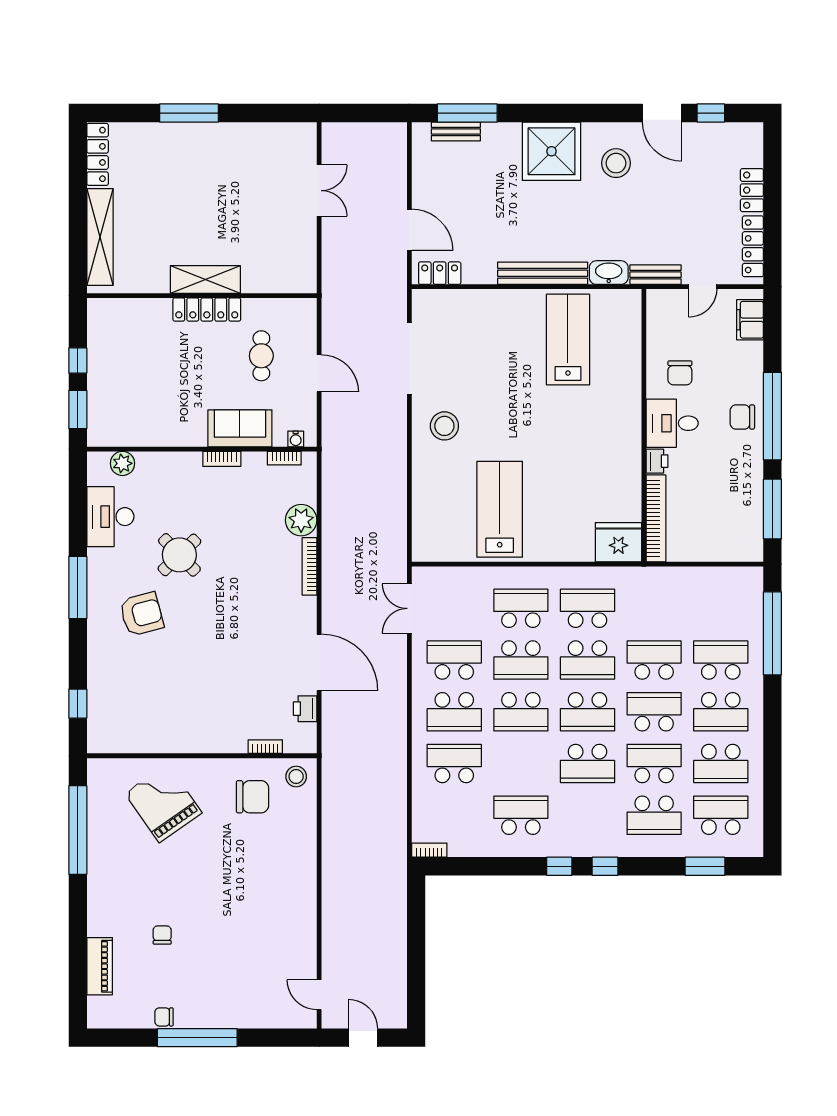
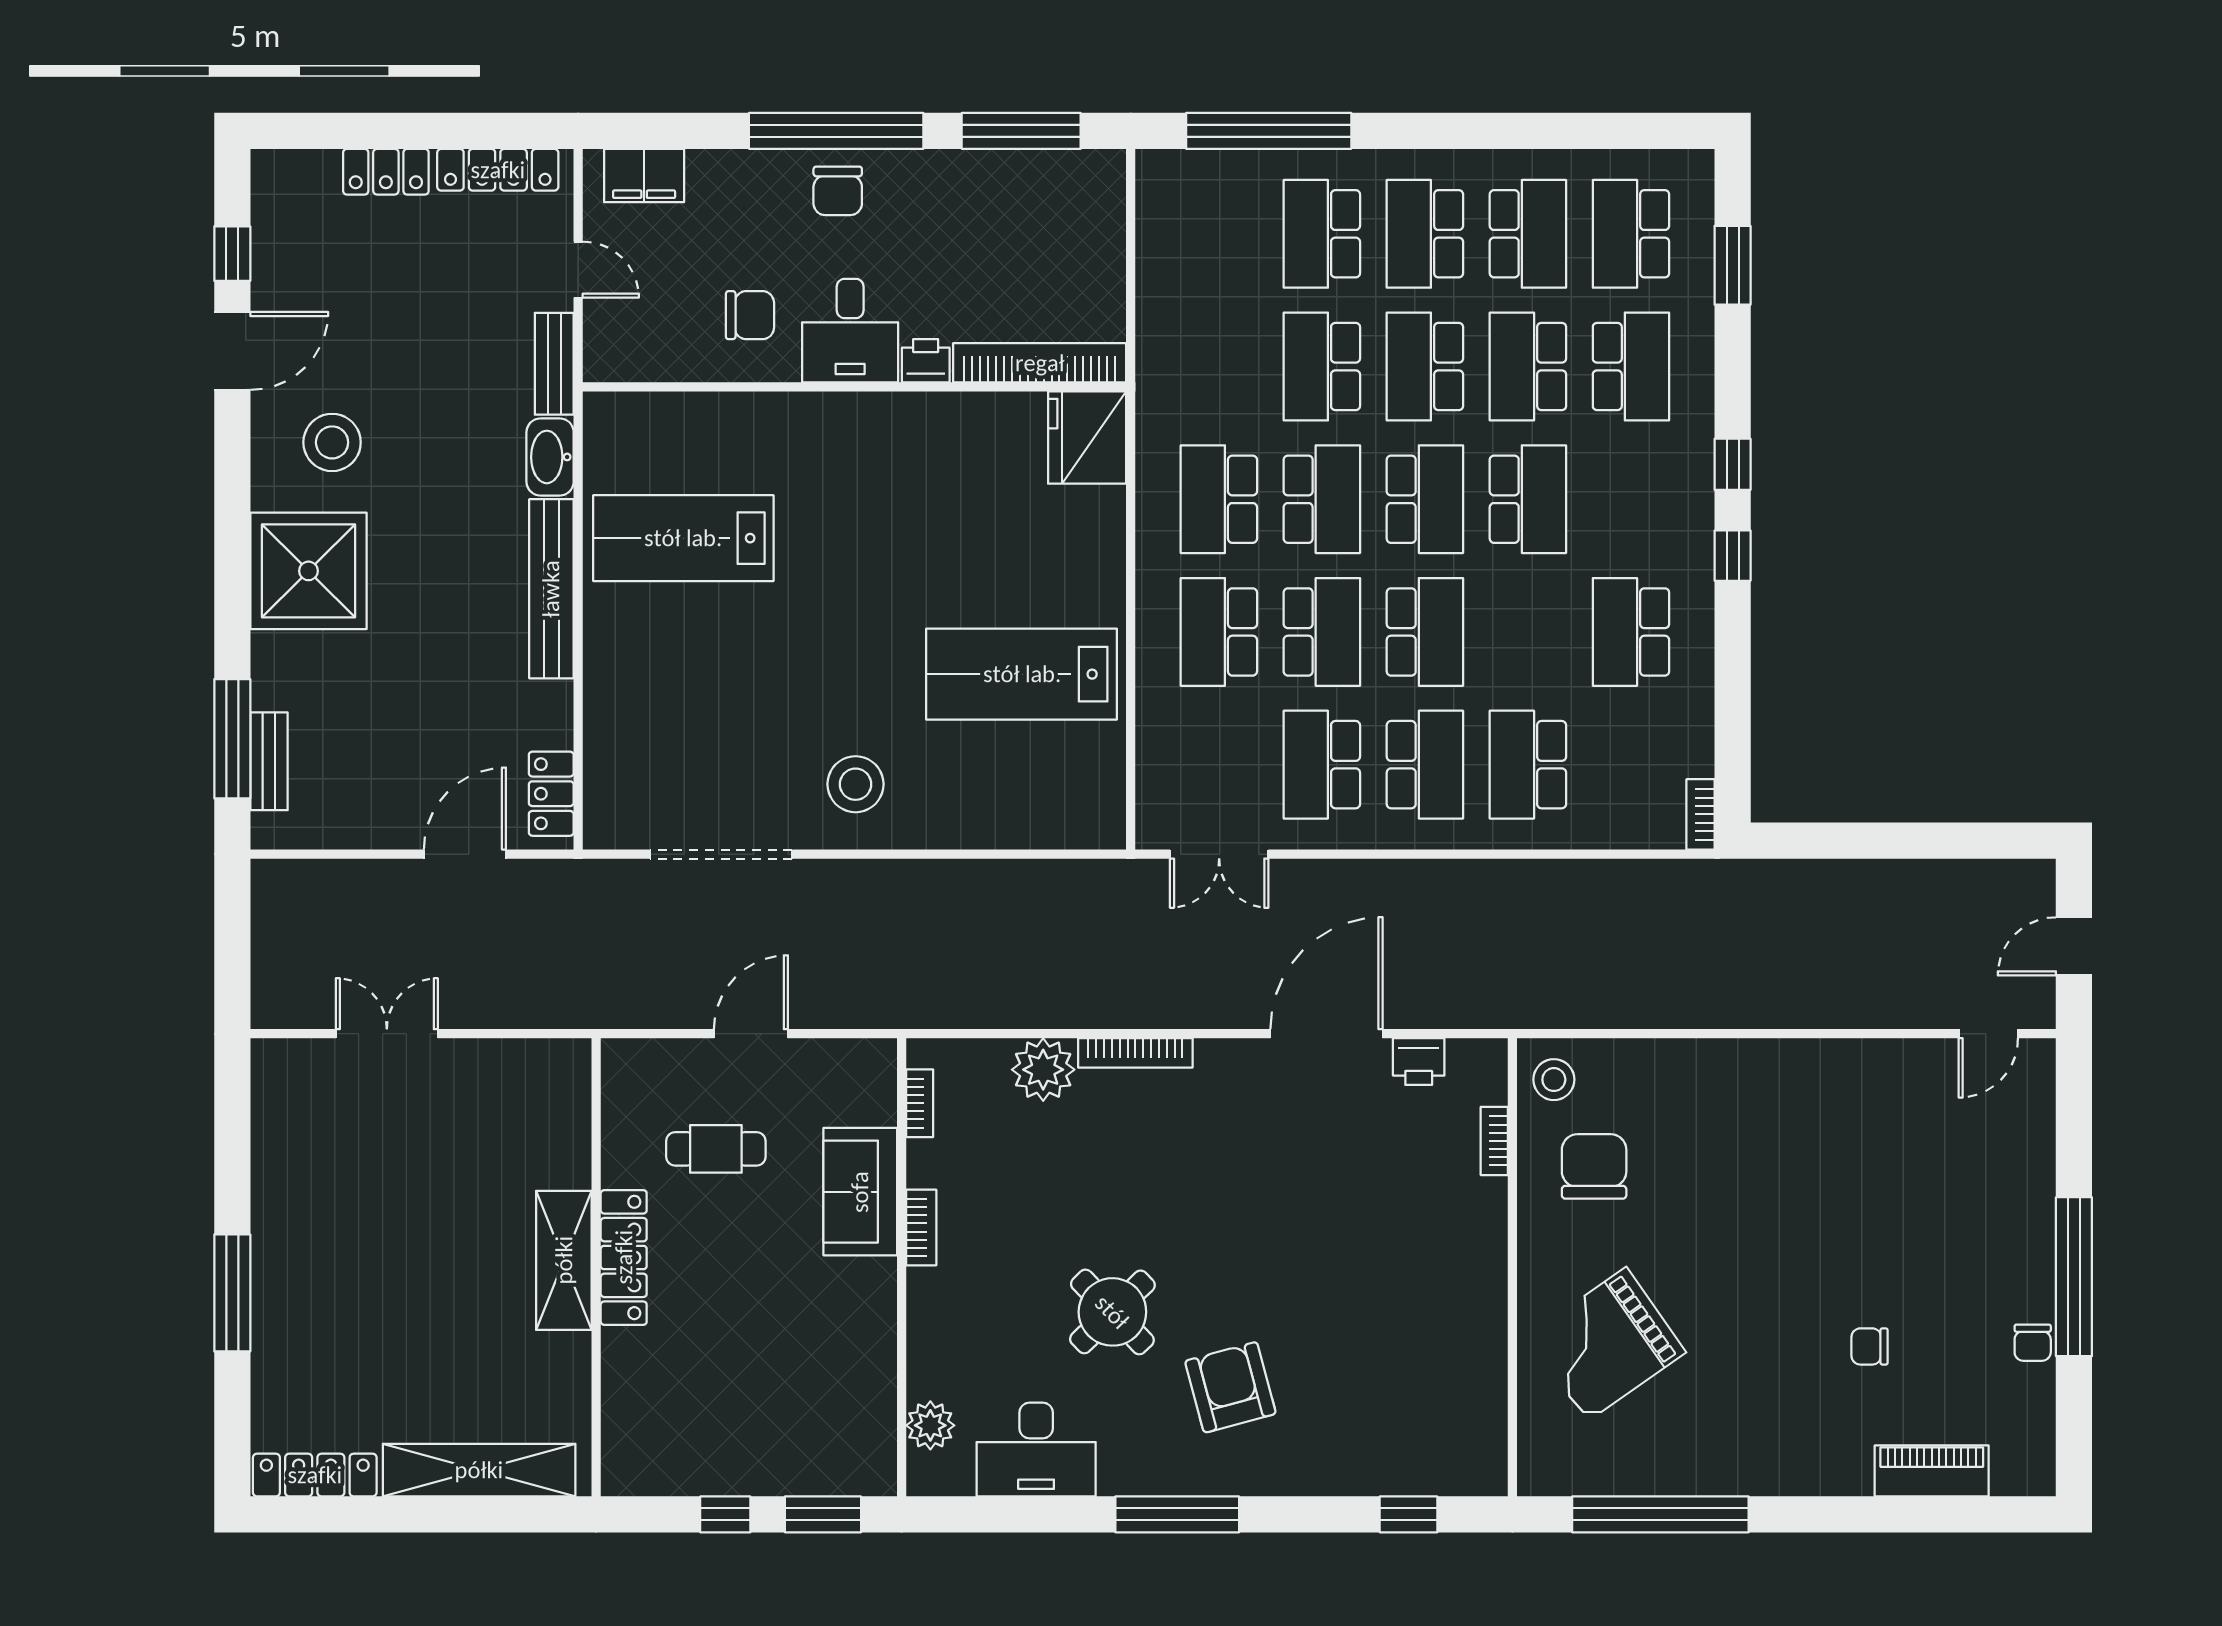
water cooler: (296, 439) -> (881, 1080), removed
school desk: (721, 712) -> (1425, 234), turned 180

